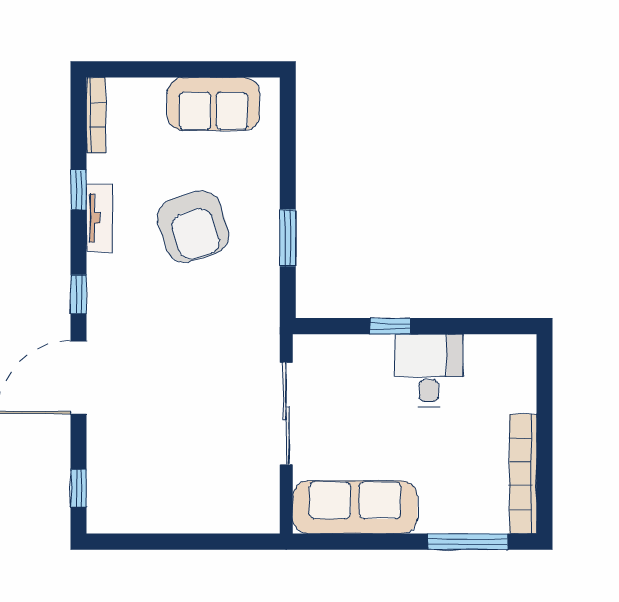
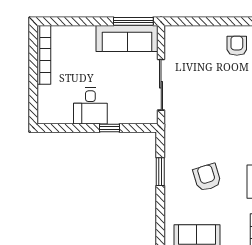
armchair: (193, 226) -> (207, 177), width x0.73, depth x0.73
armchair: (133, 492) -> (237, 46), added
window: (468, 542) -> (133, 21), moved

